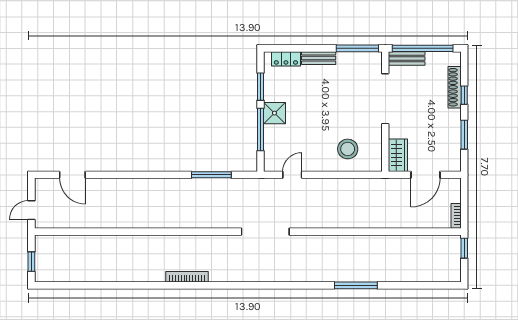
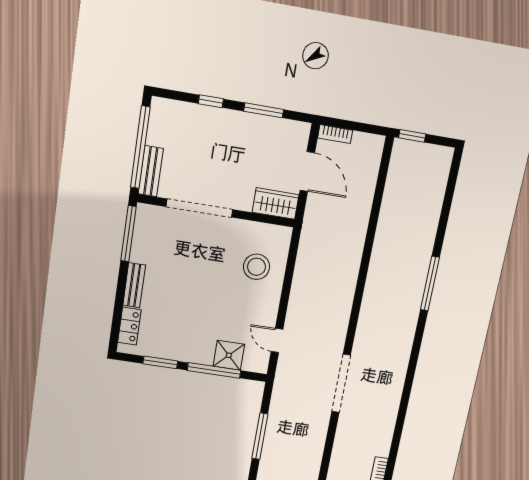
shoe rack: (455, 87) -> (198, 113), removed
shower: (274, 113) -> (229, 355), moved
bookcase: (456, 216) -> (335, 134), moved

